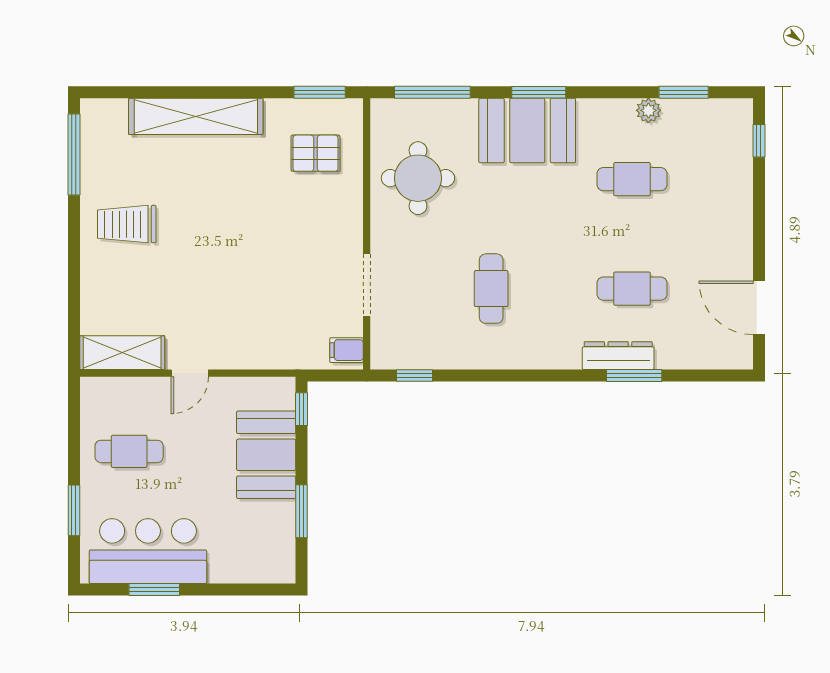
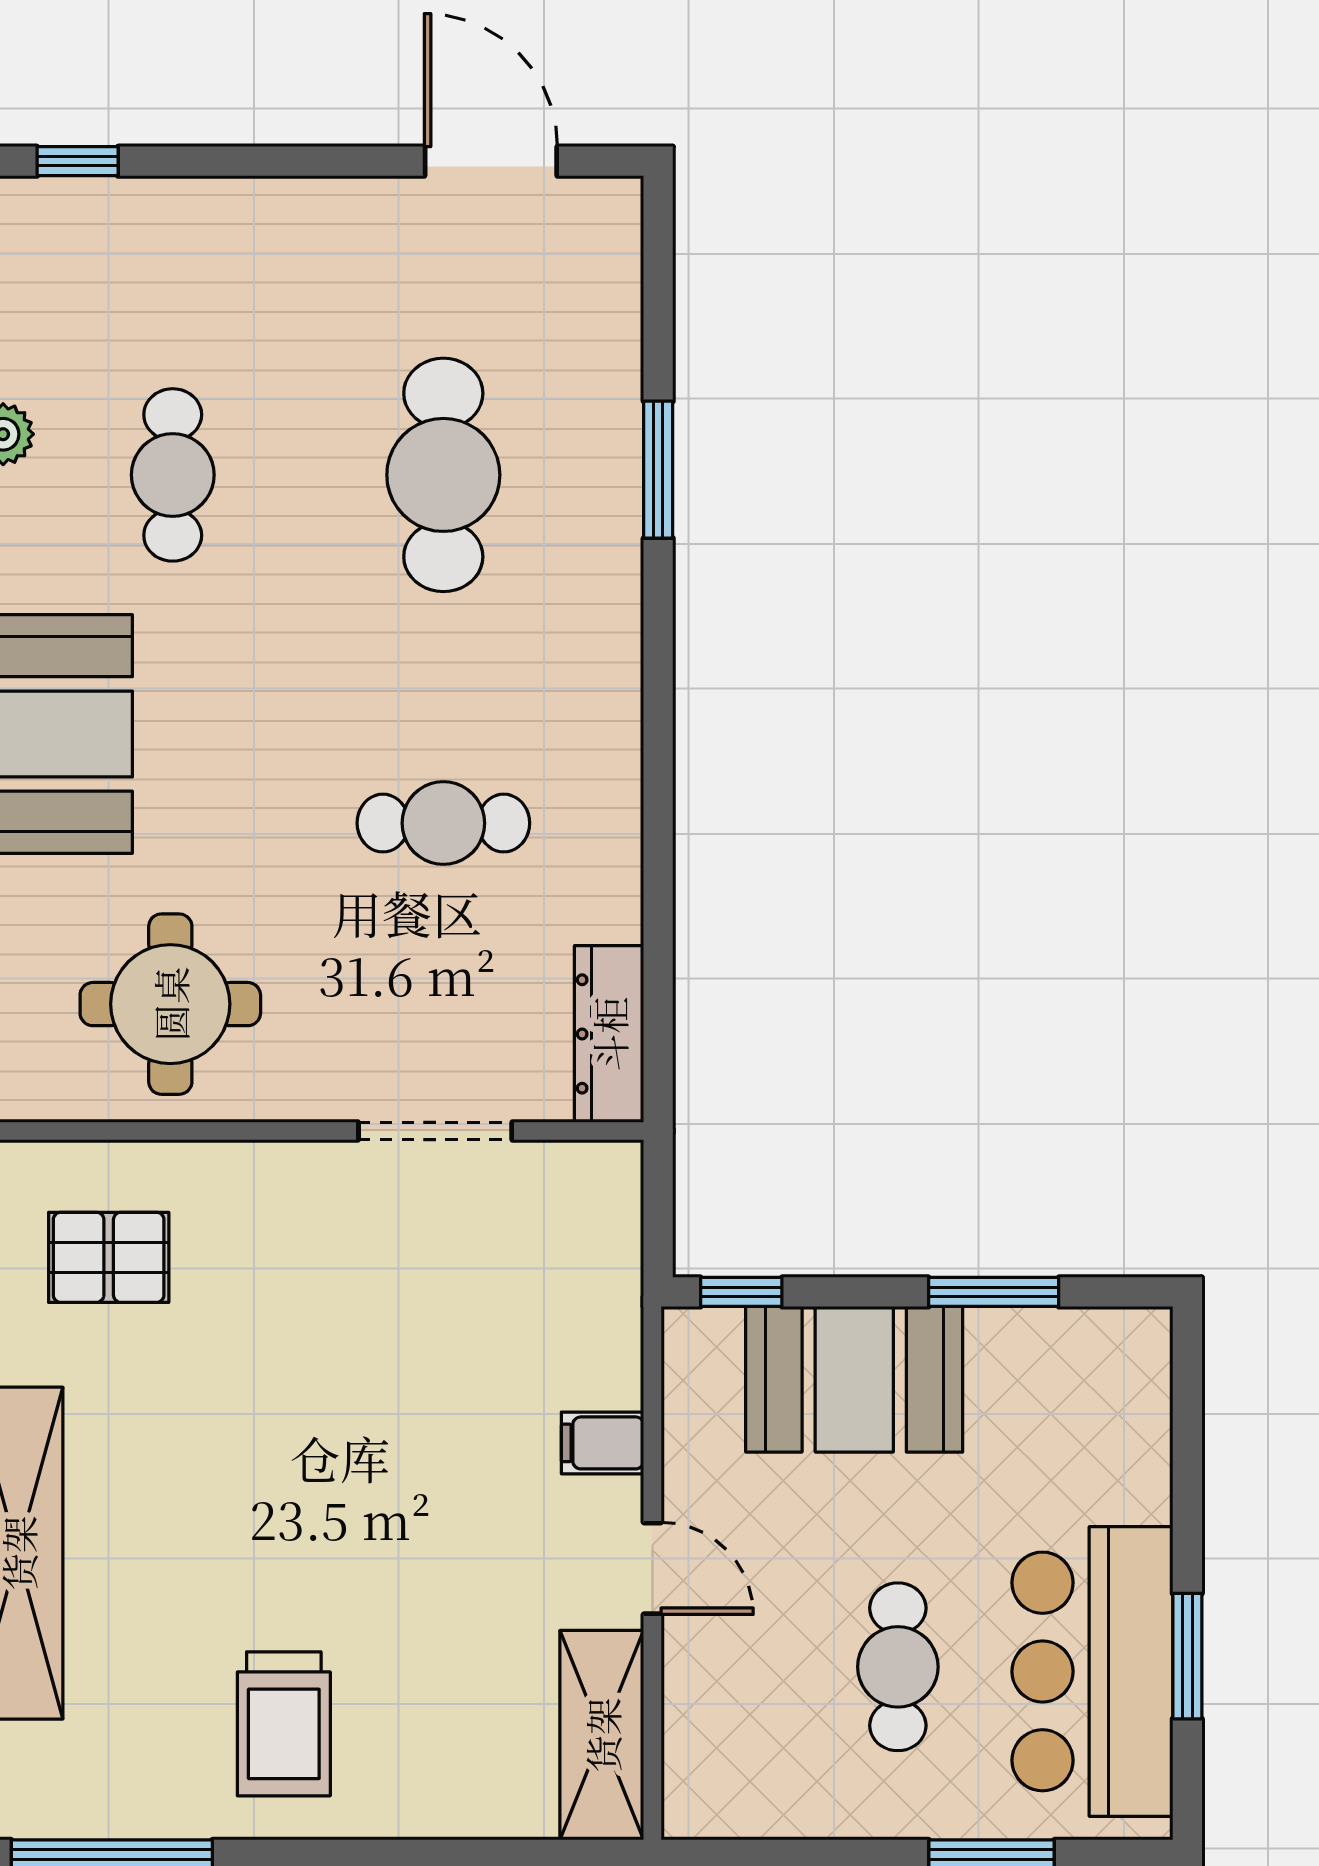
pallet: (316, 153) -> (109, 1257), turned 90
cafe table: (632, 289) -> (443, 475), width x1.37, depth x1.35
door: (759, 308) -> (491, 161), swing flipped
filing cabinet: (346, 350) -> (602, 1443), moved, turned 90
dresser: (618, 356) -> (609, 1034), moved
window: (414, 375) -> (658, 1013), removed
cafe table: (129, 451) -> (898, 1667), moved

